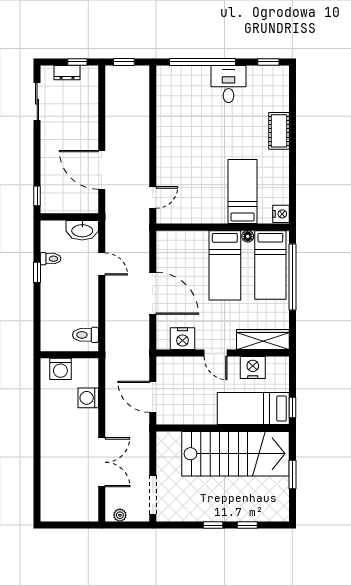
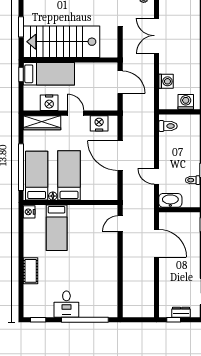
window: (124, 62) -> (141, 320), removed

